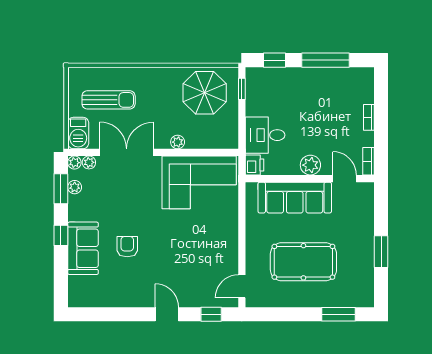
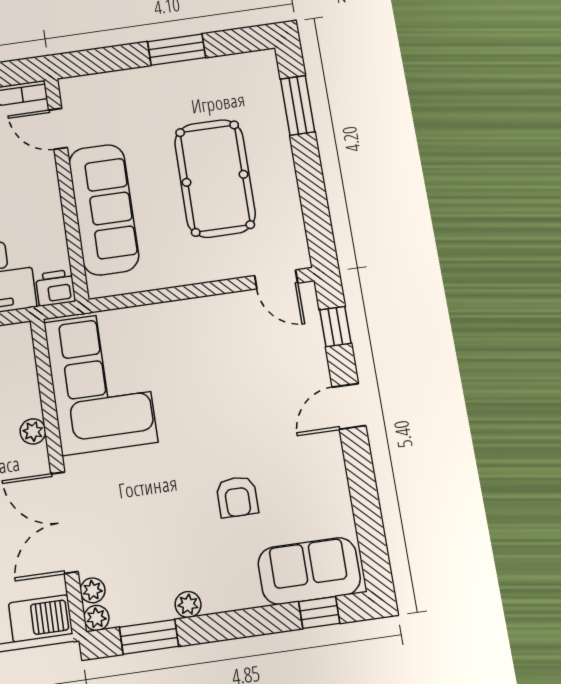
plant: (310, 165) -> (42, 191), removed
door: (345, 179) -> (58, 129), hinge flipped
plant: (75, 187) -> (188, 604), moved
window: (61, 235) -> (319, 613), moved
armchair: (127, 247) -> (237, 497), turned -90
sofa: (83, 248) -> (309, 571), moved

